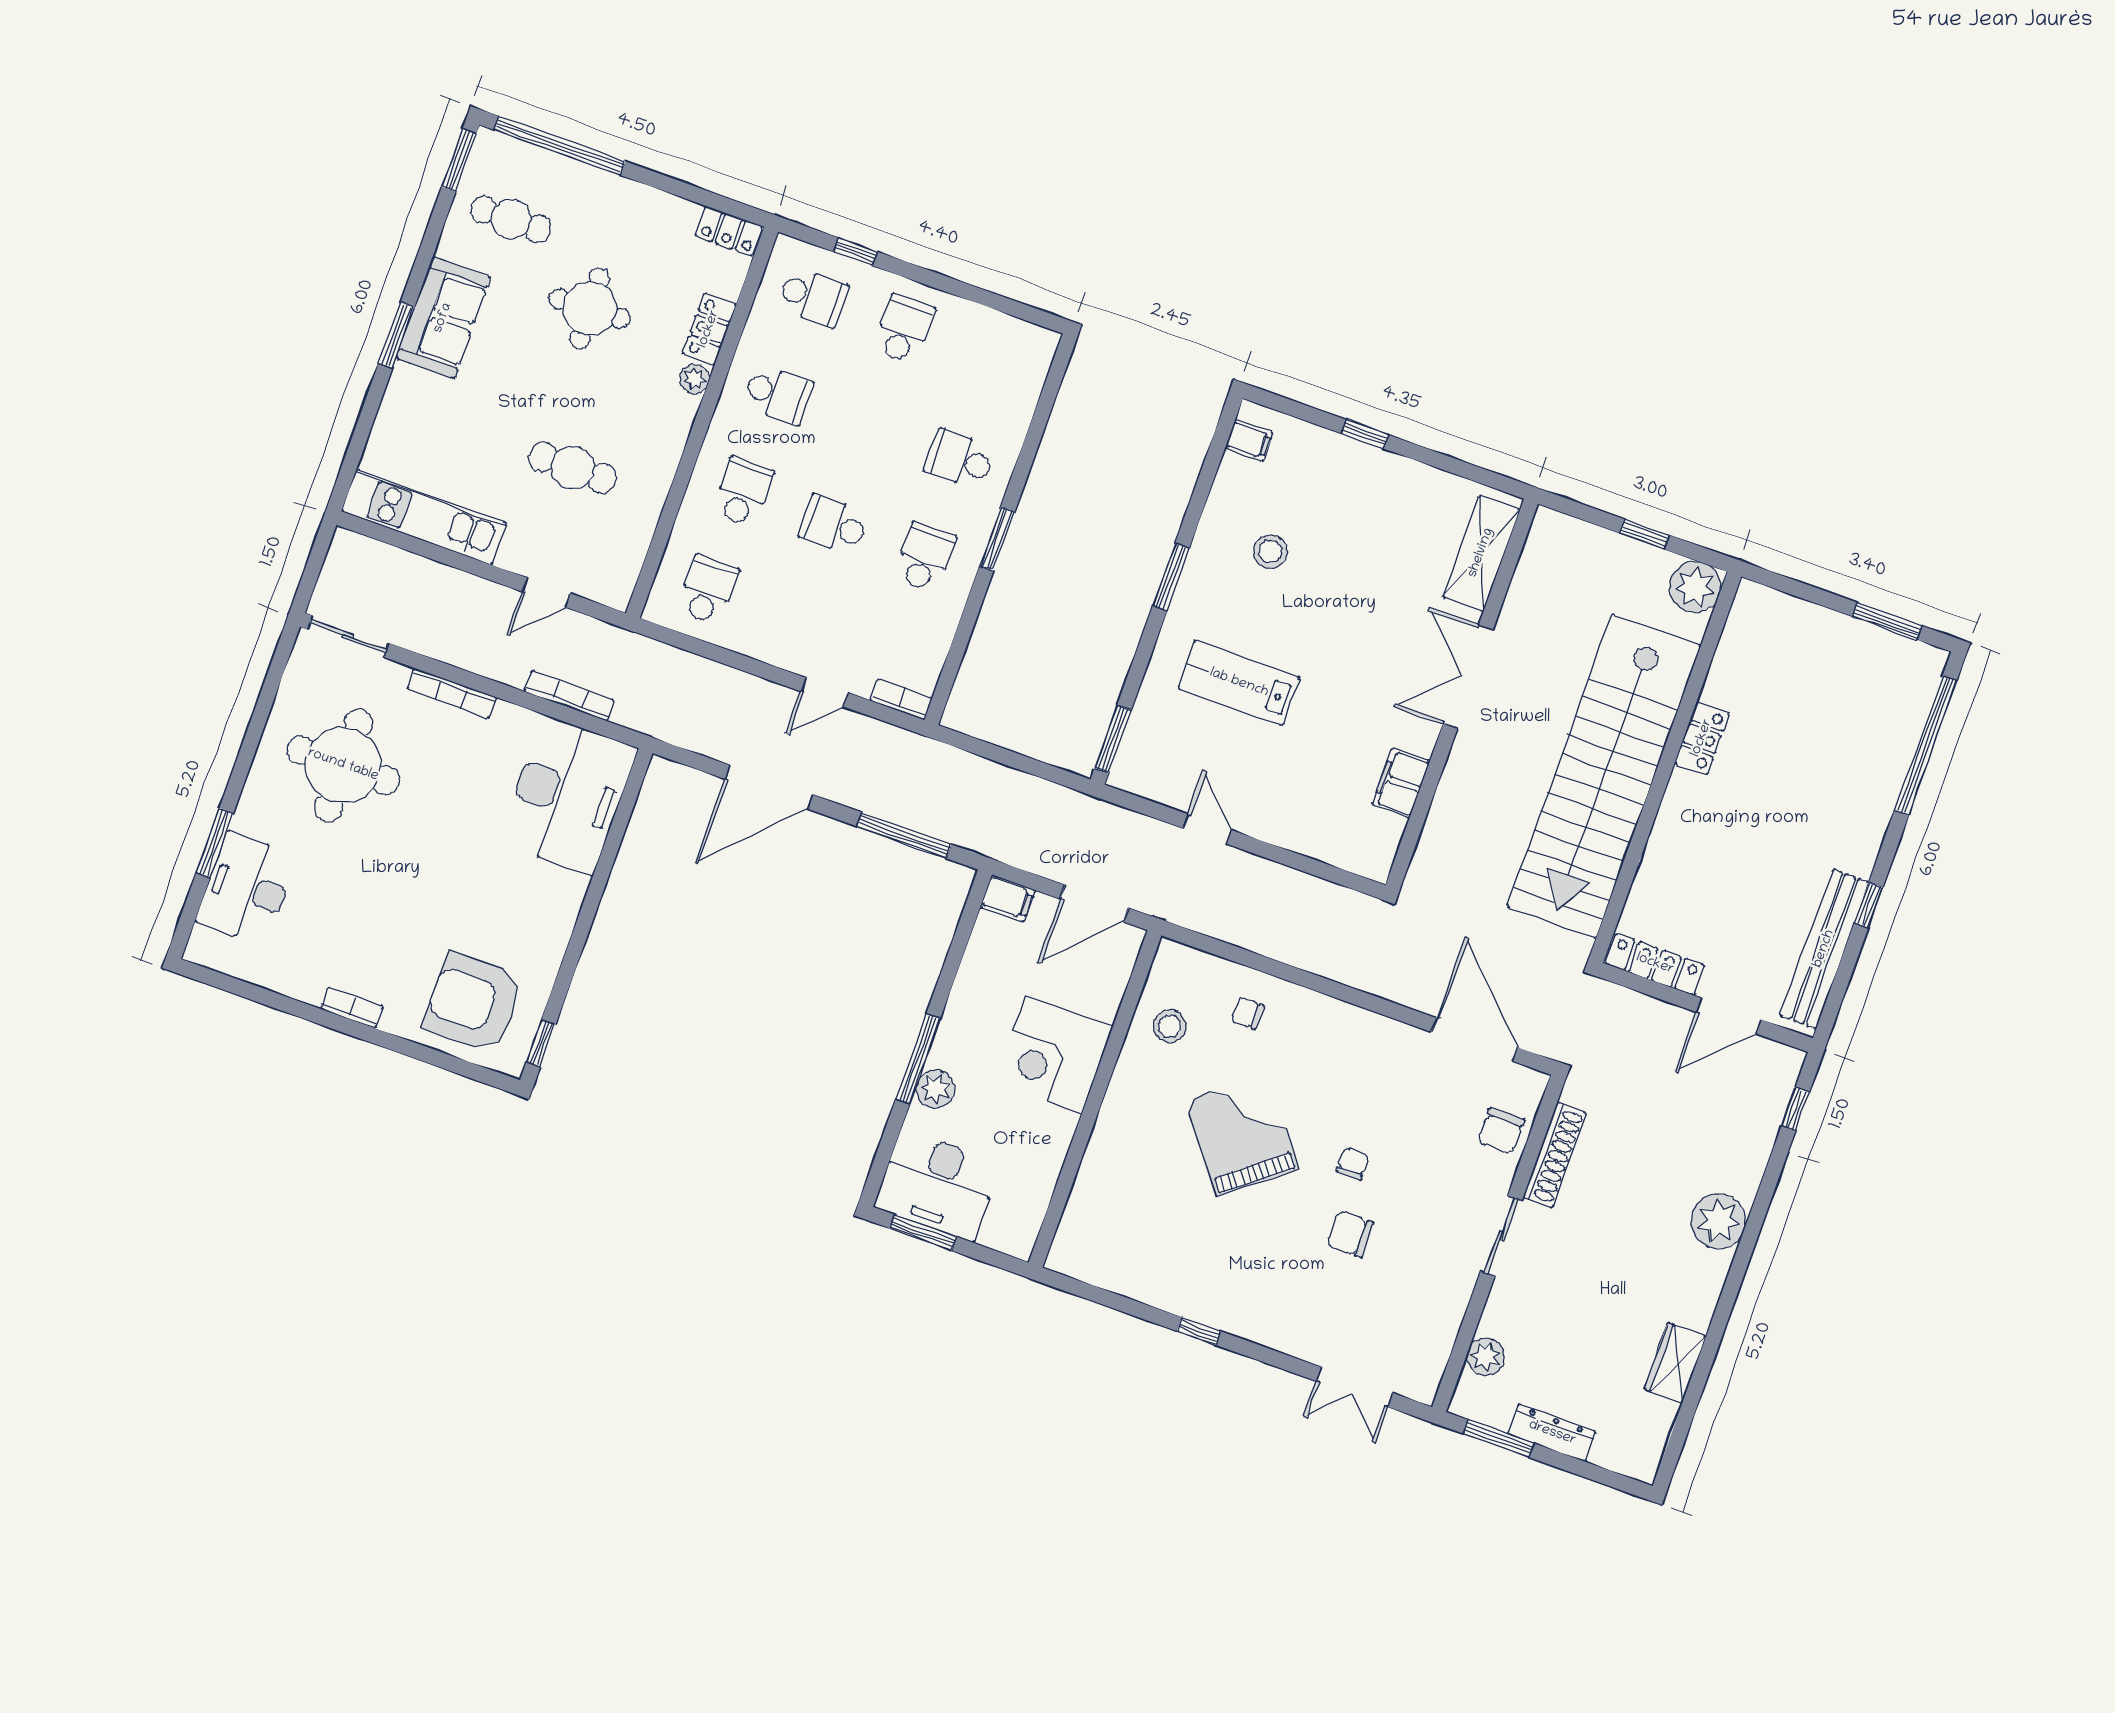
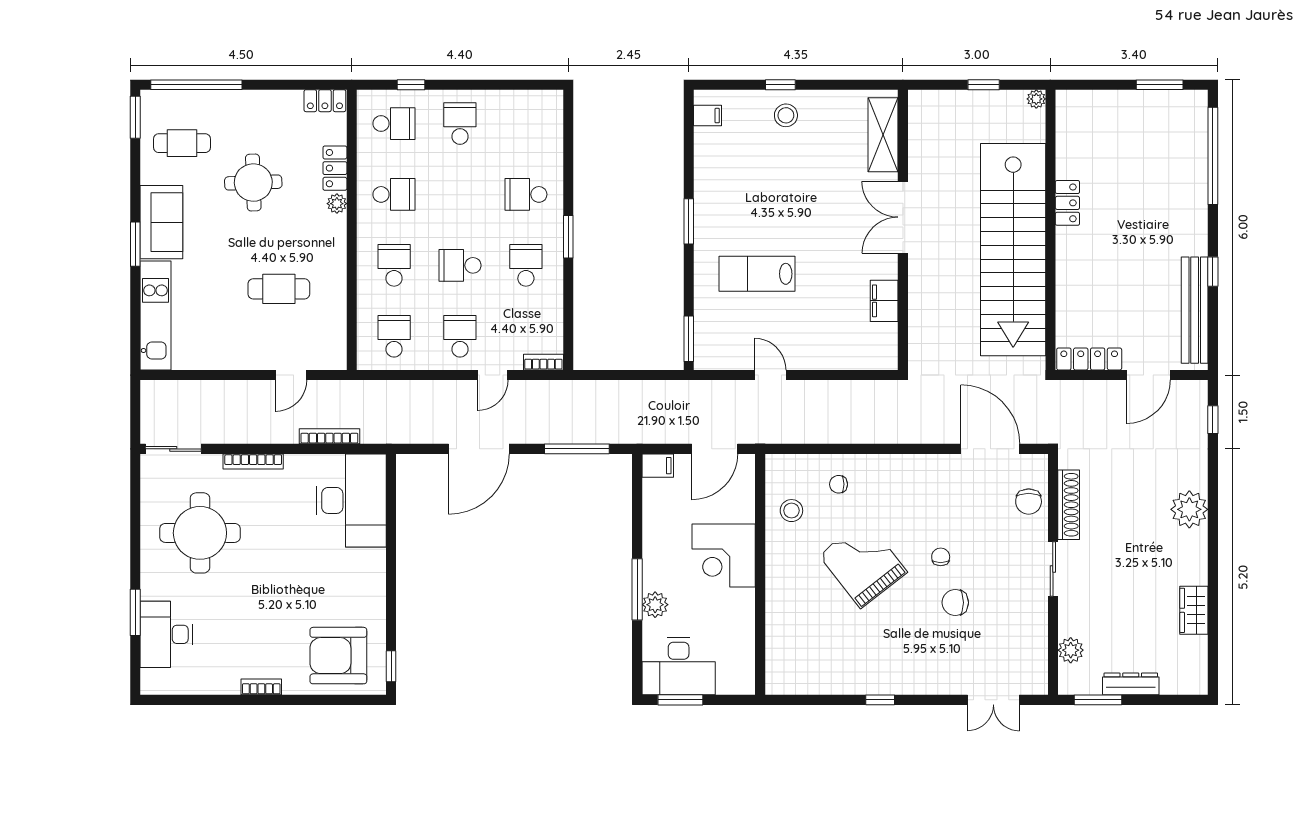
kitchen unit: (424, 517) -> (155, 316), moved, turned 90
stool: (1270, 551) -> (786, 115), moved
plant: (1695, 587) -> (1036, 99), width x0.53, depth x0.53
school desk: (799, 623) -> (460, 336), added

